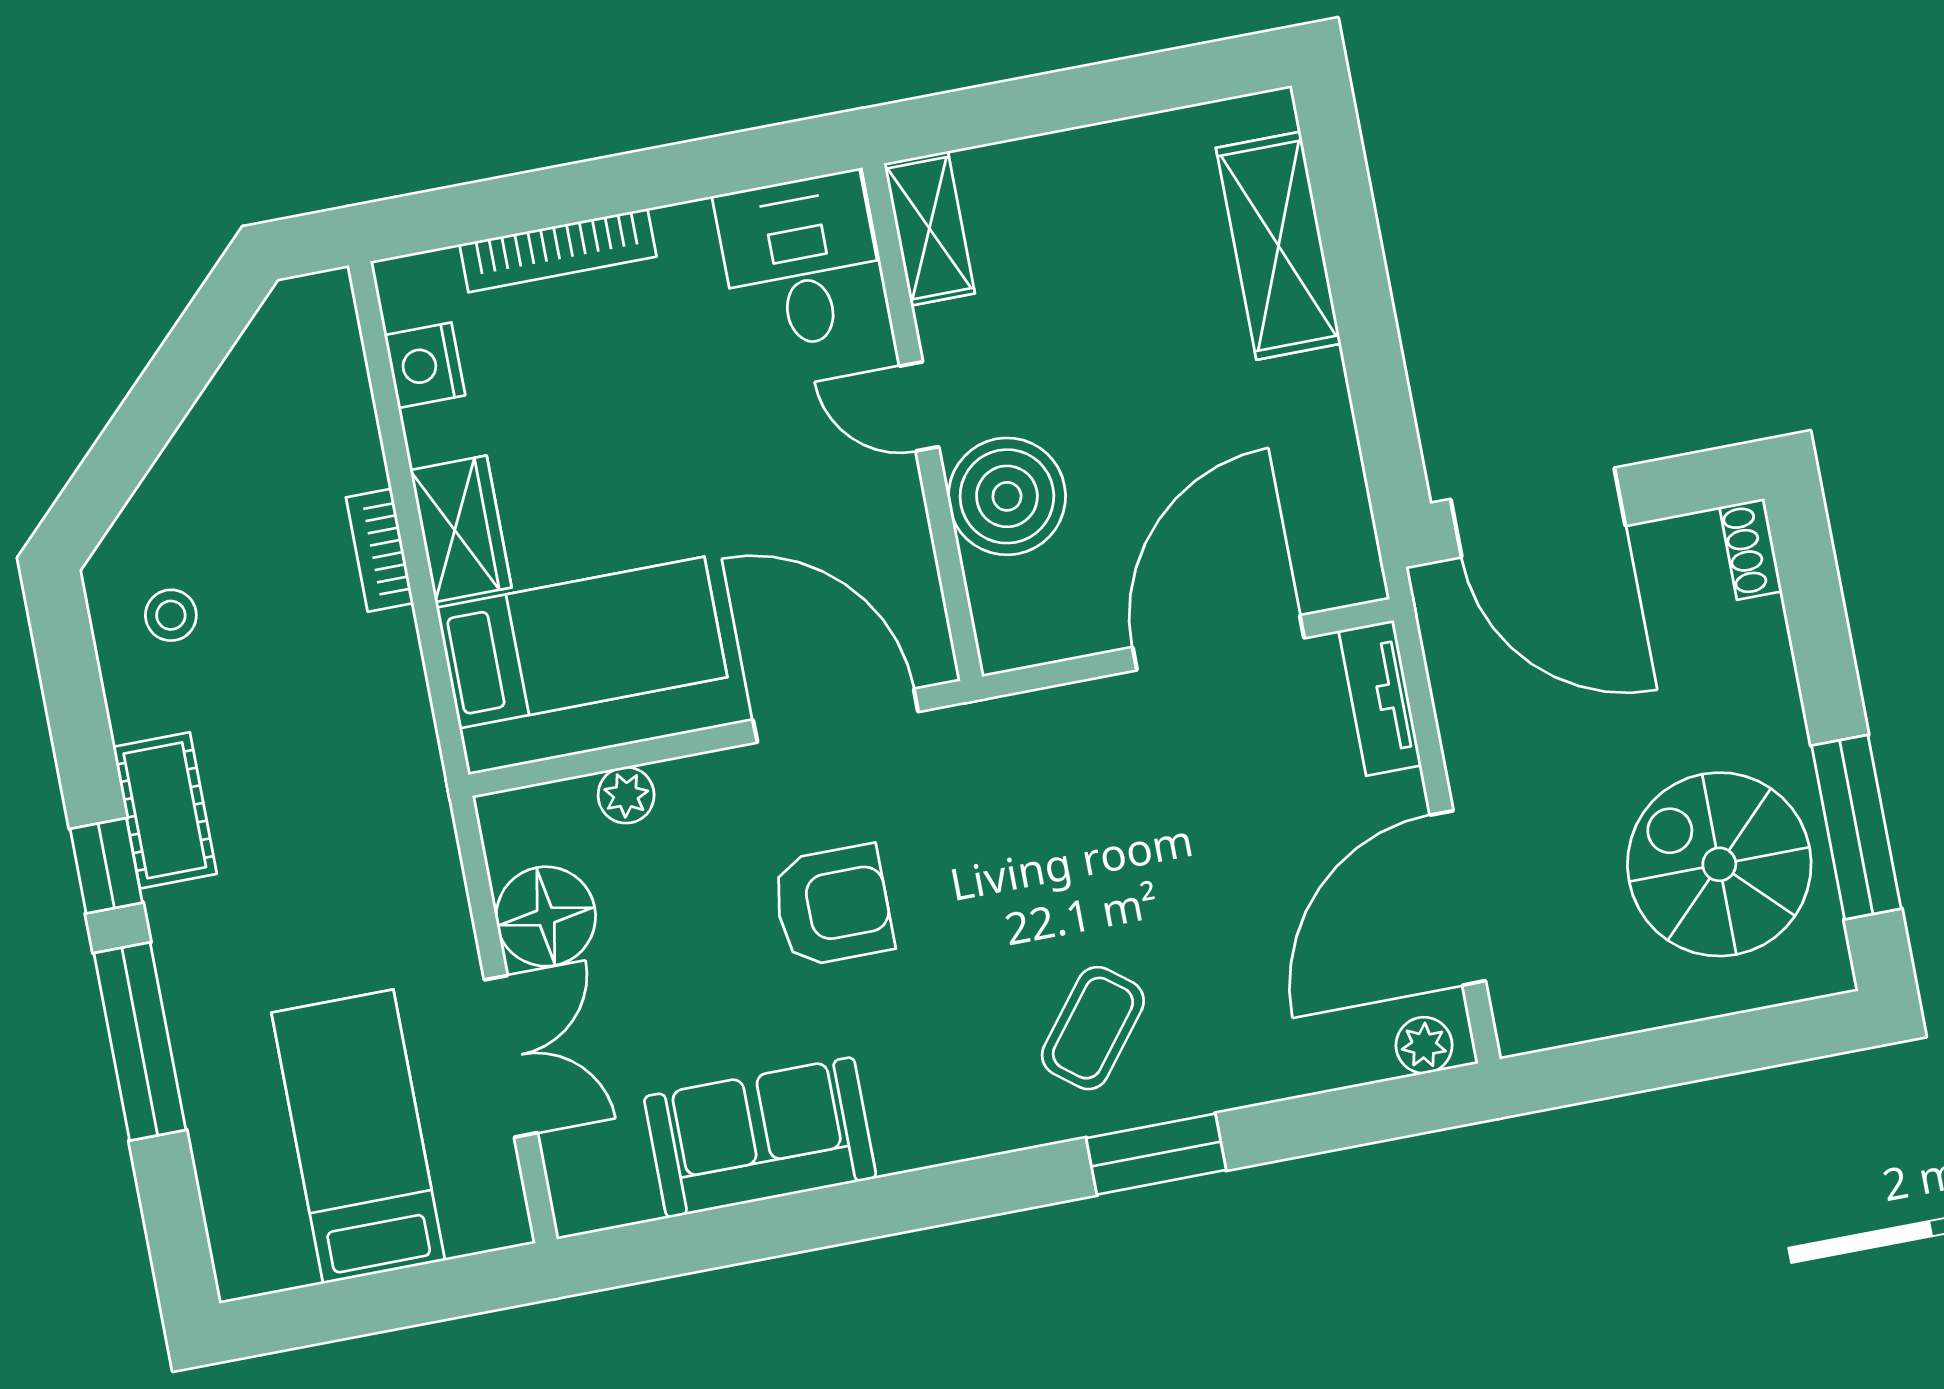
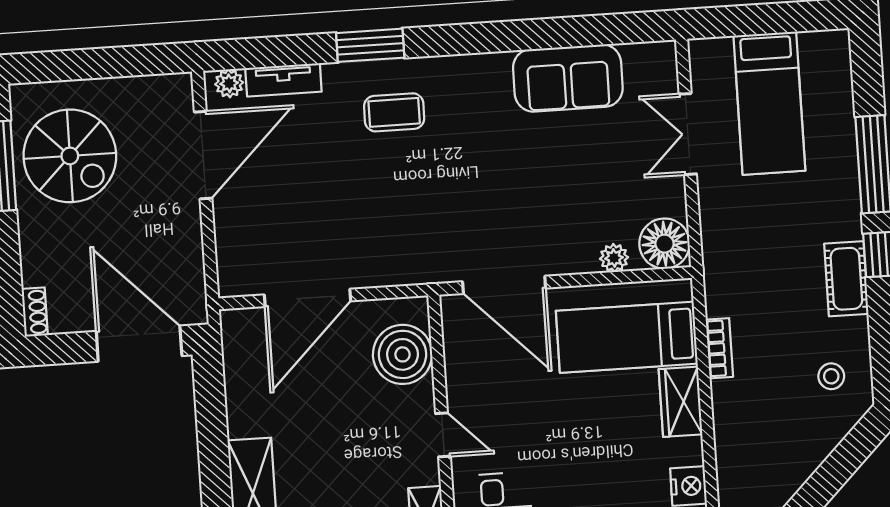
boiler: (1007, 496) -> (403, 354), moved
bookcase: (380, 550) -> (719, 348), moved
tv unit: (1380, 698) -> (283, 80), moved, turned 90
armchair: (833, 906) -> (517, 190), removed
floor lamp: (546, 916) -> (664, 244), moved
coffee table: (1093, 1028) -> (394, 112), turned 52

